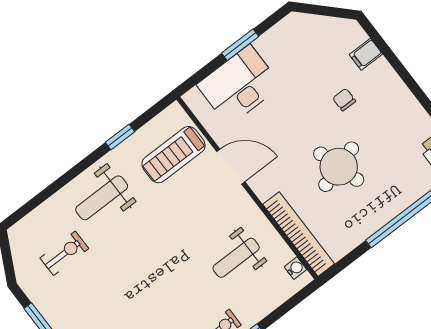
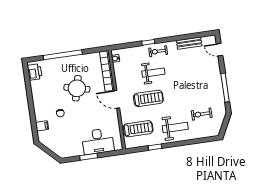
door: (231, 167) -> (117, 99), moved
round table: (339, 167) -> (77, 88), turned 31
treadmill: (187, 225) -> (148, 98), added
weight bench: (236, 258) -> (153, 73), moved

